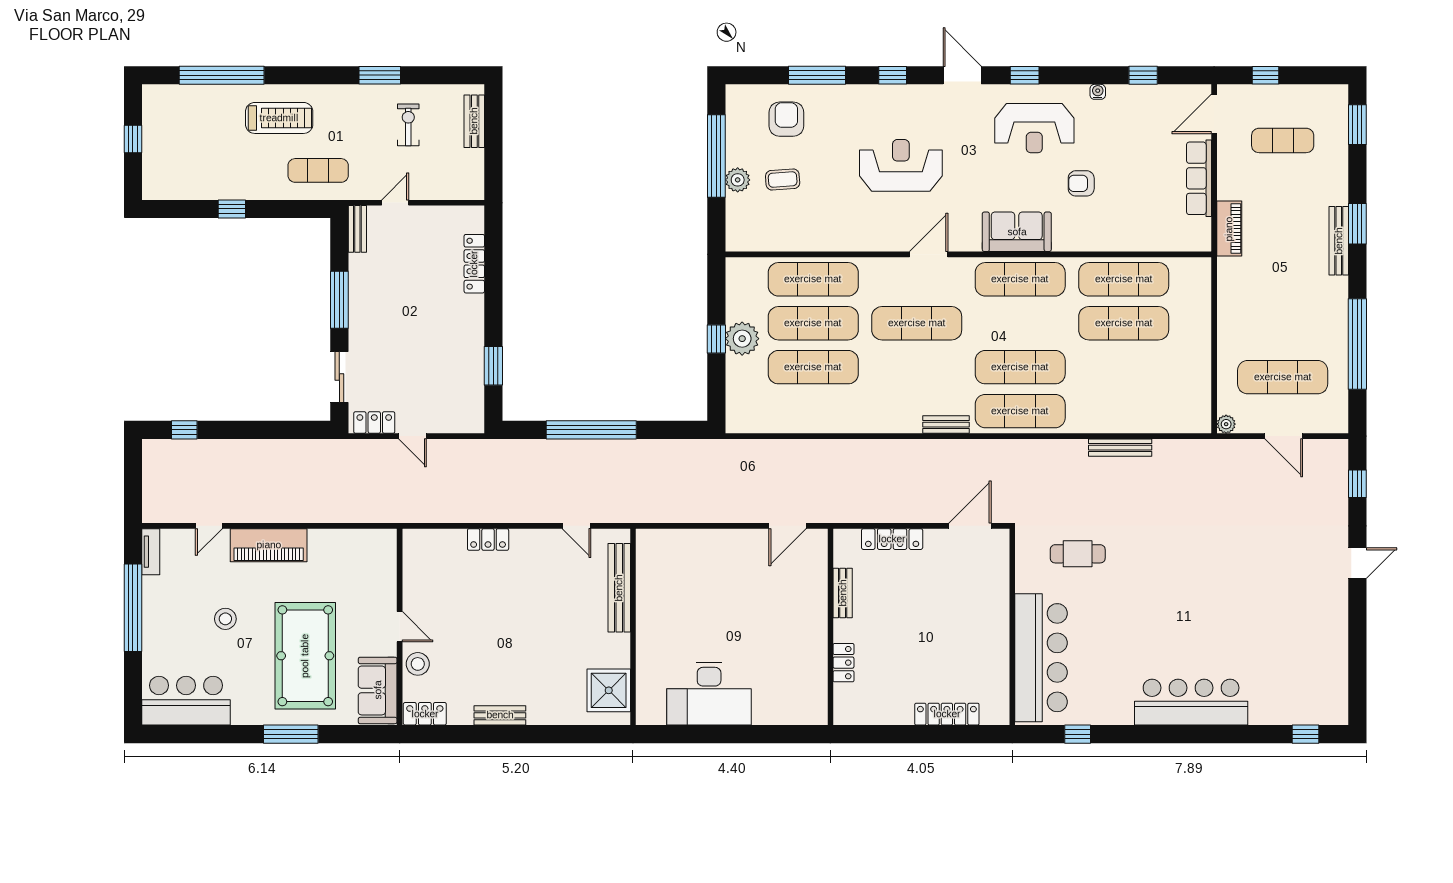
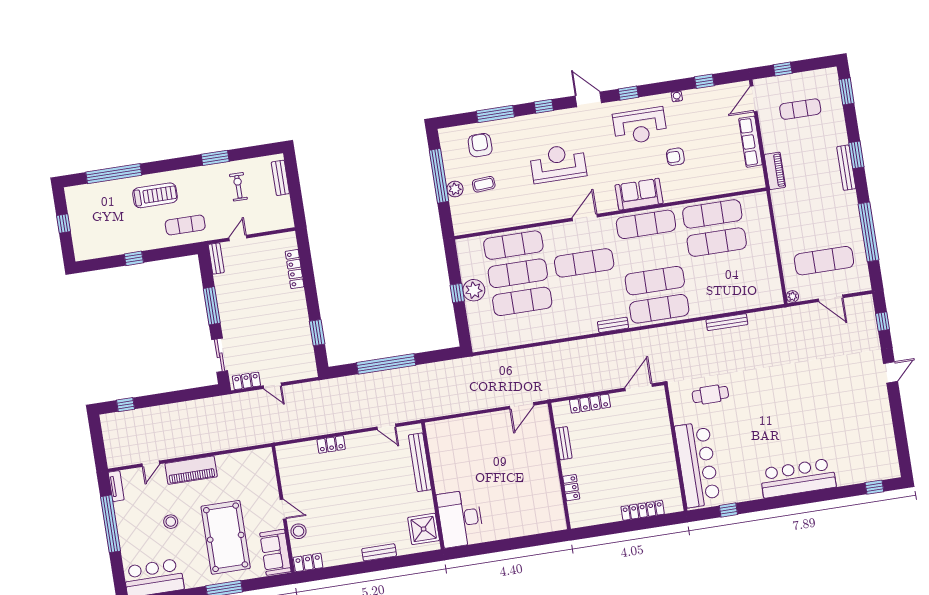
desk: (709, 694) -> (460, 518), moved, turned 90
bench: (500, 715) -> (379, 552), moved

